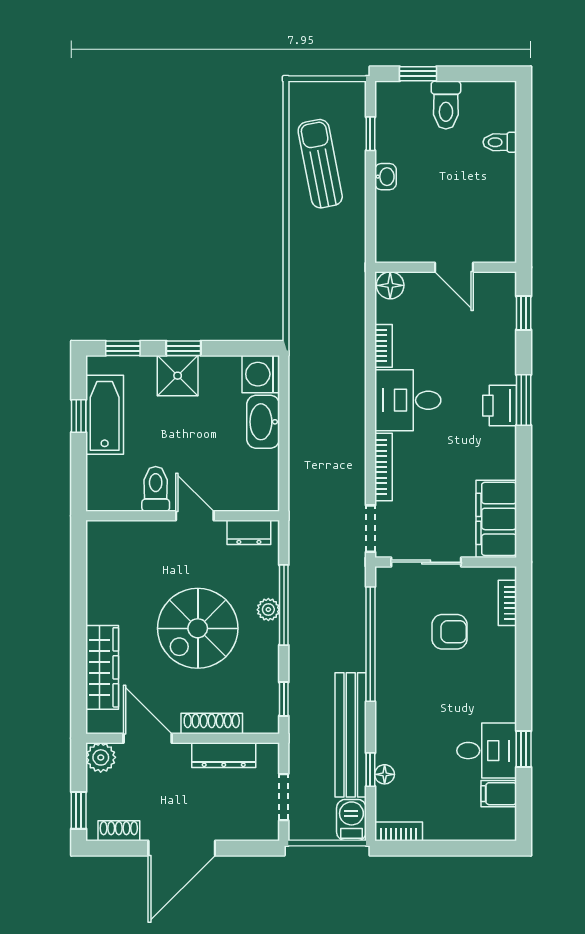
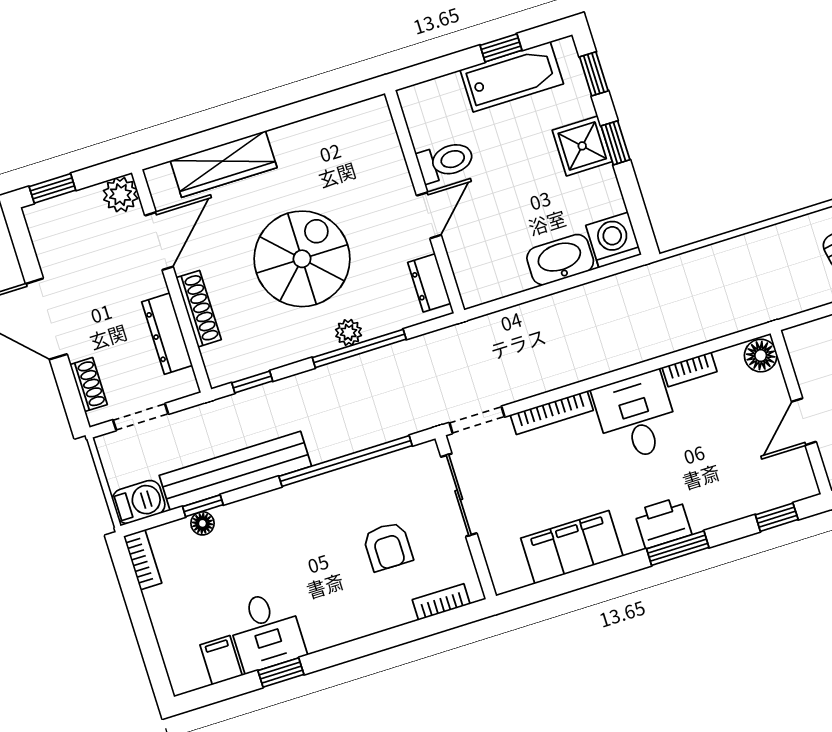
filing cabinet: (496, 519) -> (572, 547), moved
spiral stairs: (198, 628) -> (302, 259), turned 90
shoe rack: (119, 831) -> (88, 385), moved

